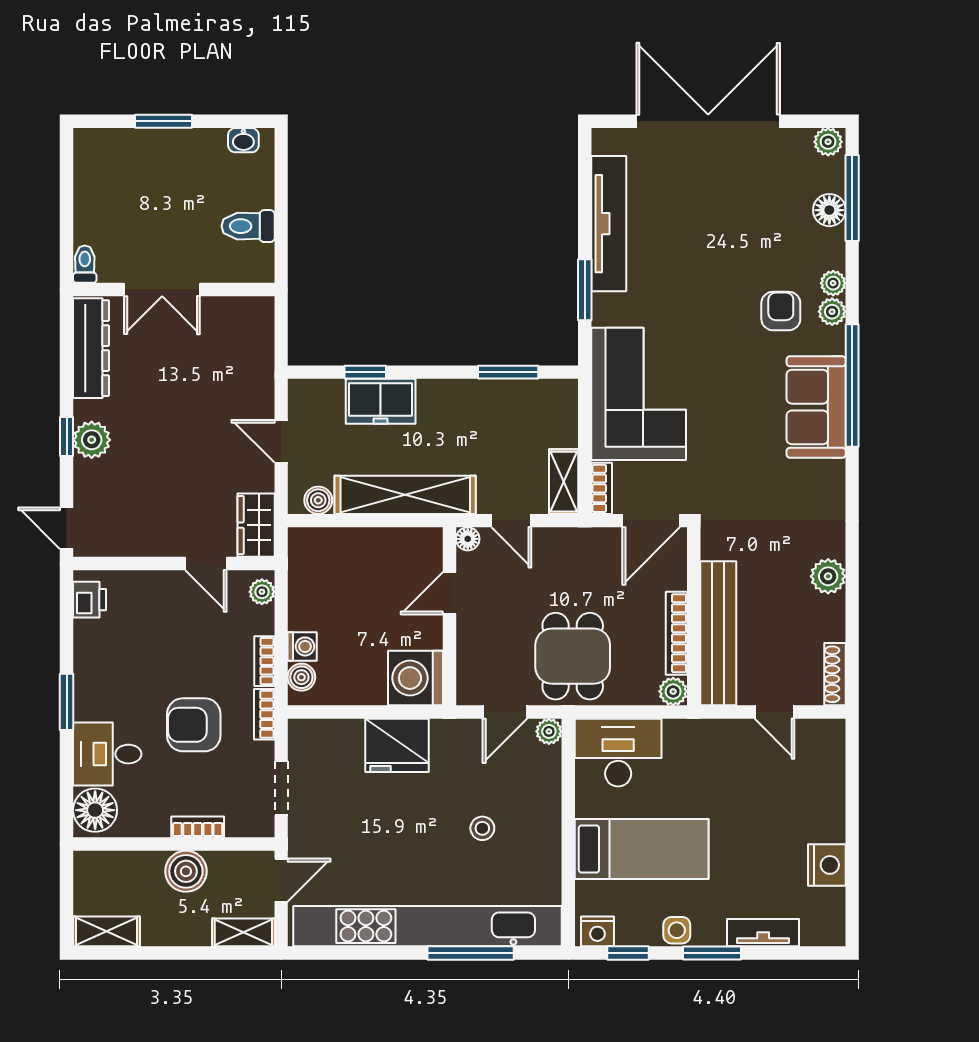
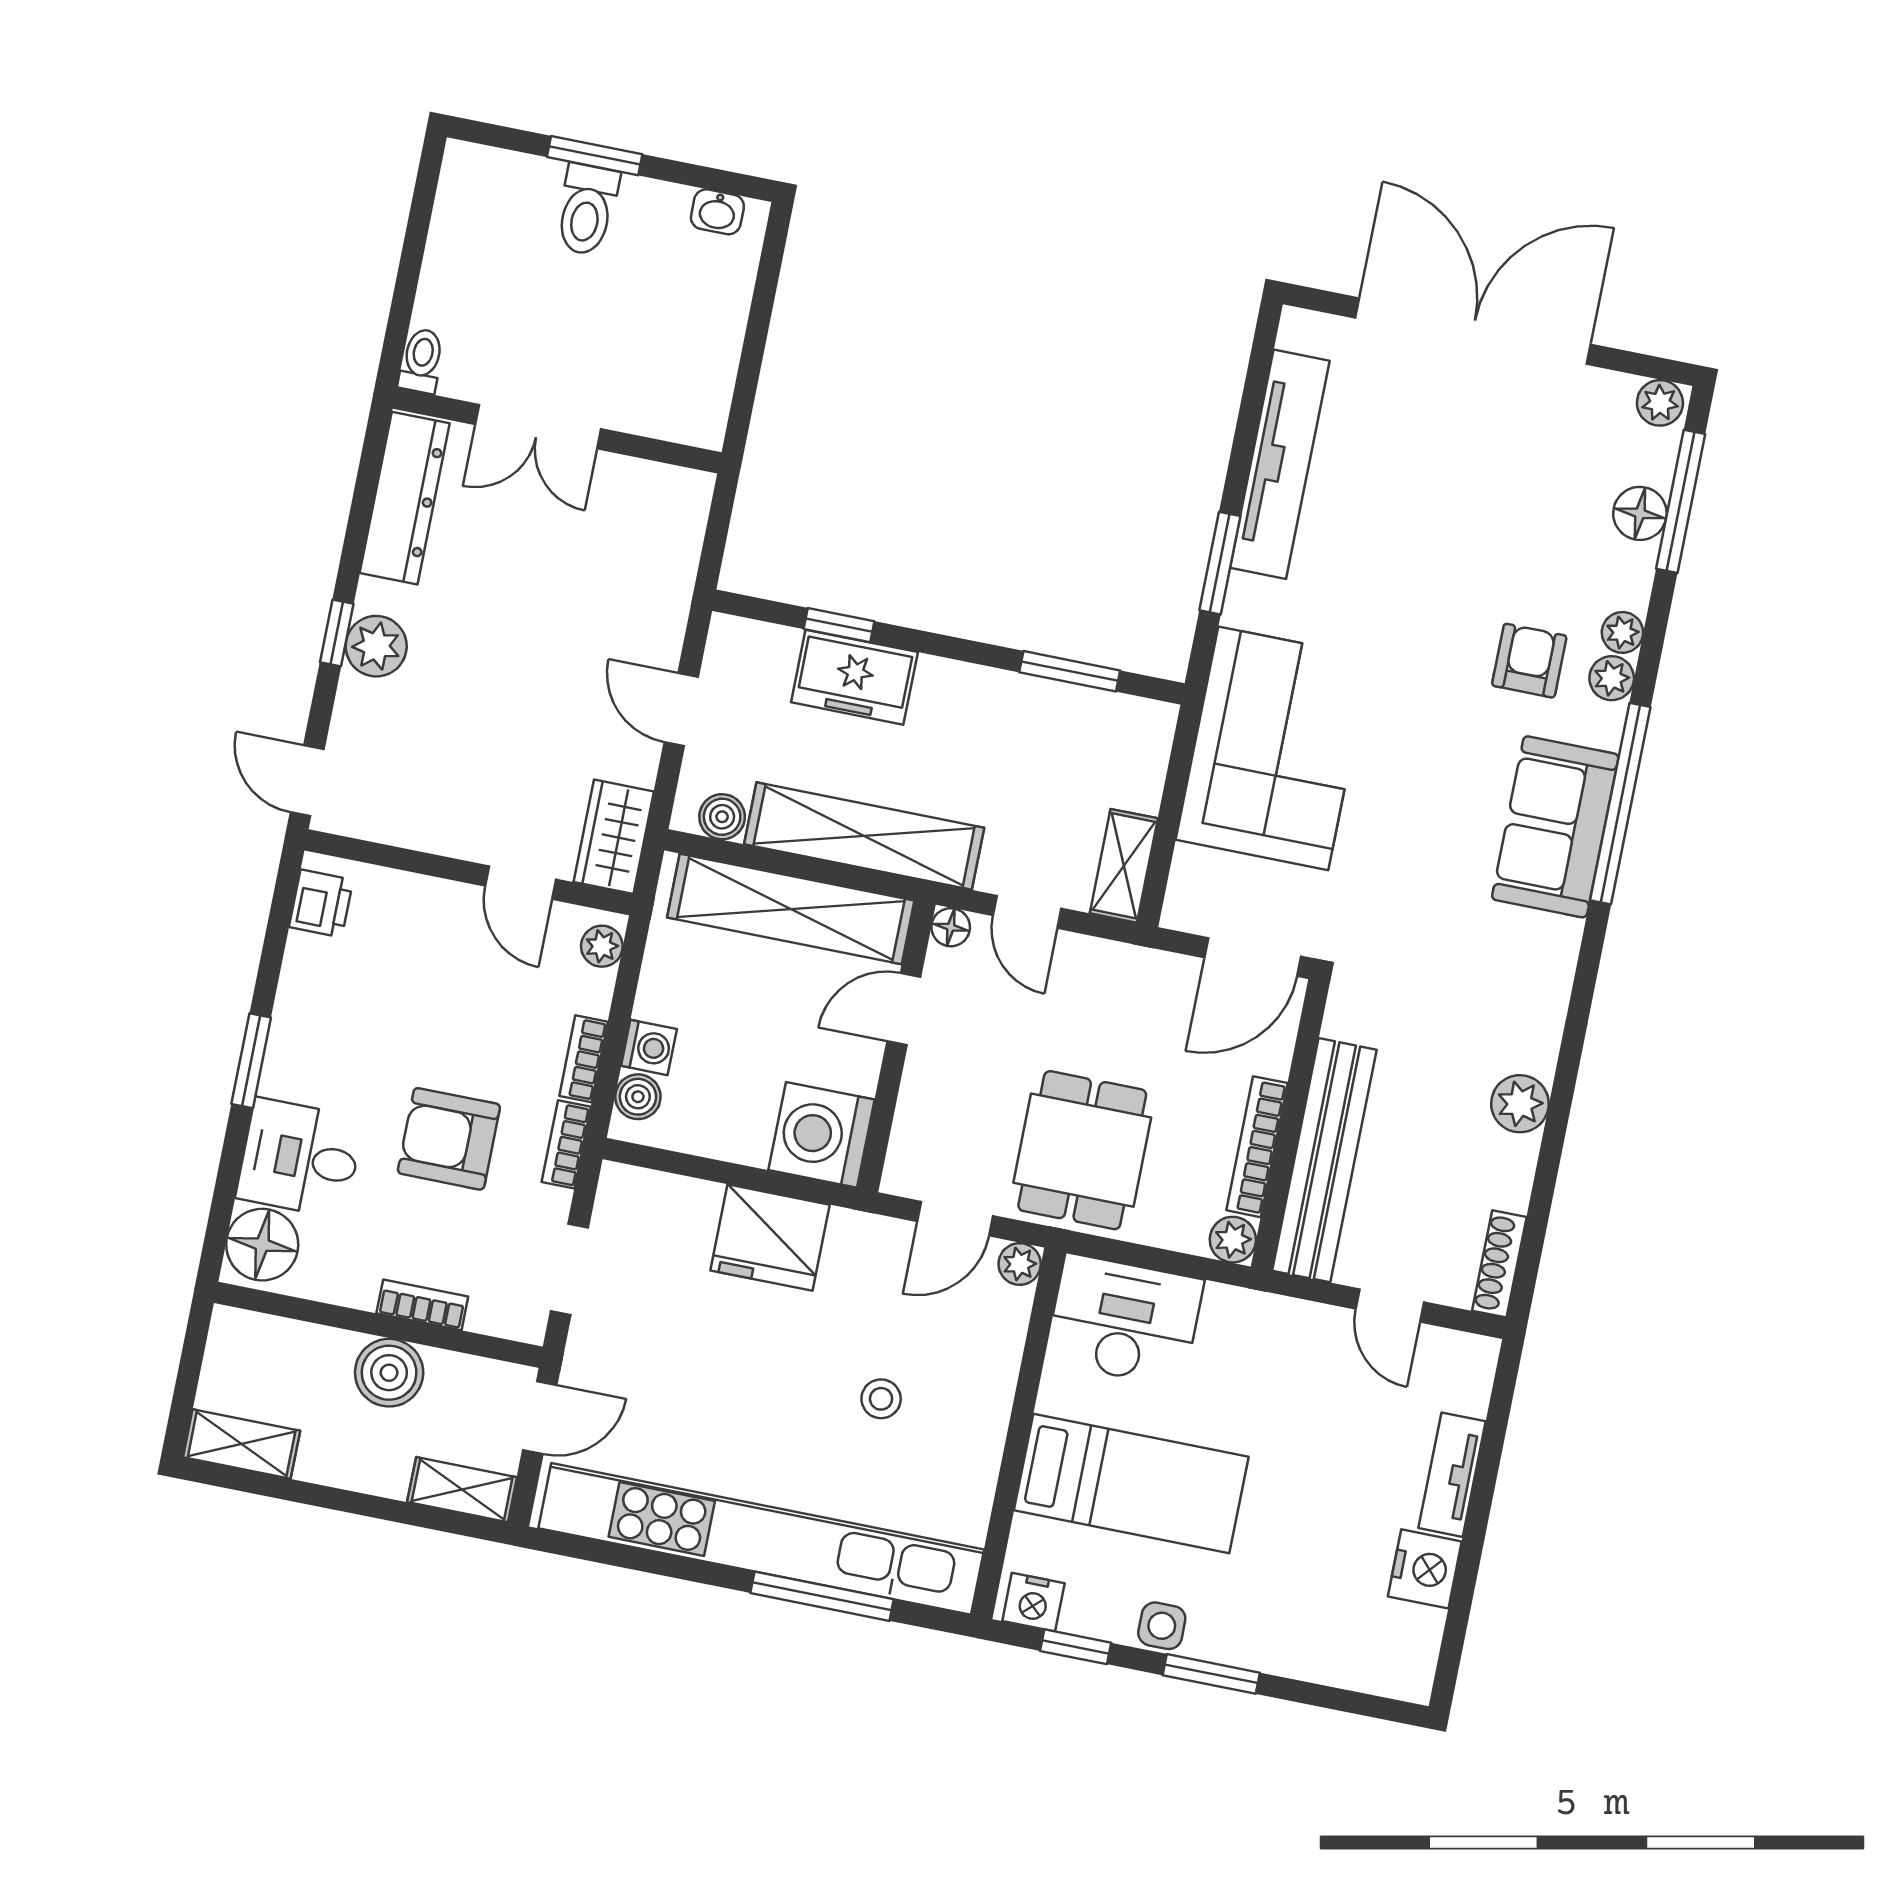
toilet: (248, 226) -> (587, 210), moved, turned -90
bookcase: (602, 488) -> (1183, 889), removed
shelving: (370, 547) -> (791, 909), added
tv unit: (763, 933) -> (1452, 1475), moved, turned -90

